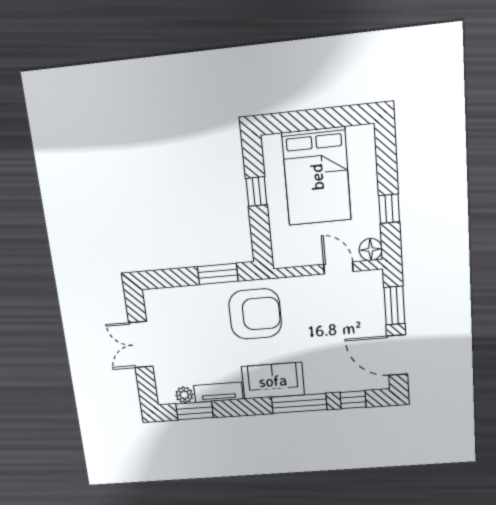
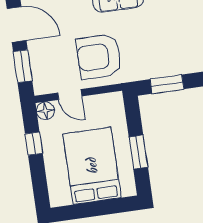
window: (256, 191) -> (138, 152), width x1.50
armchair: (255, 314) -> (99, 57), moved

